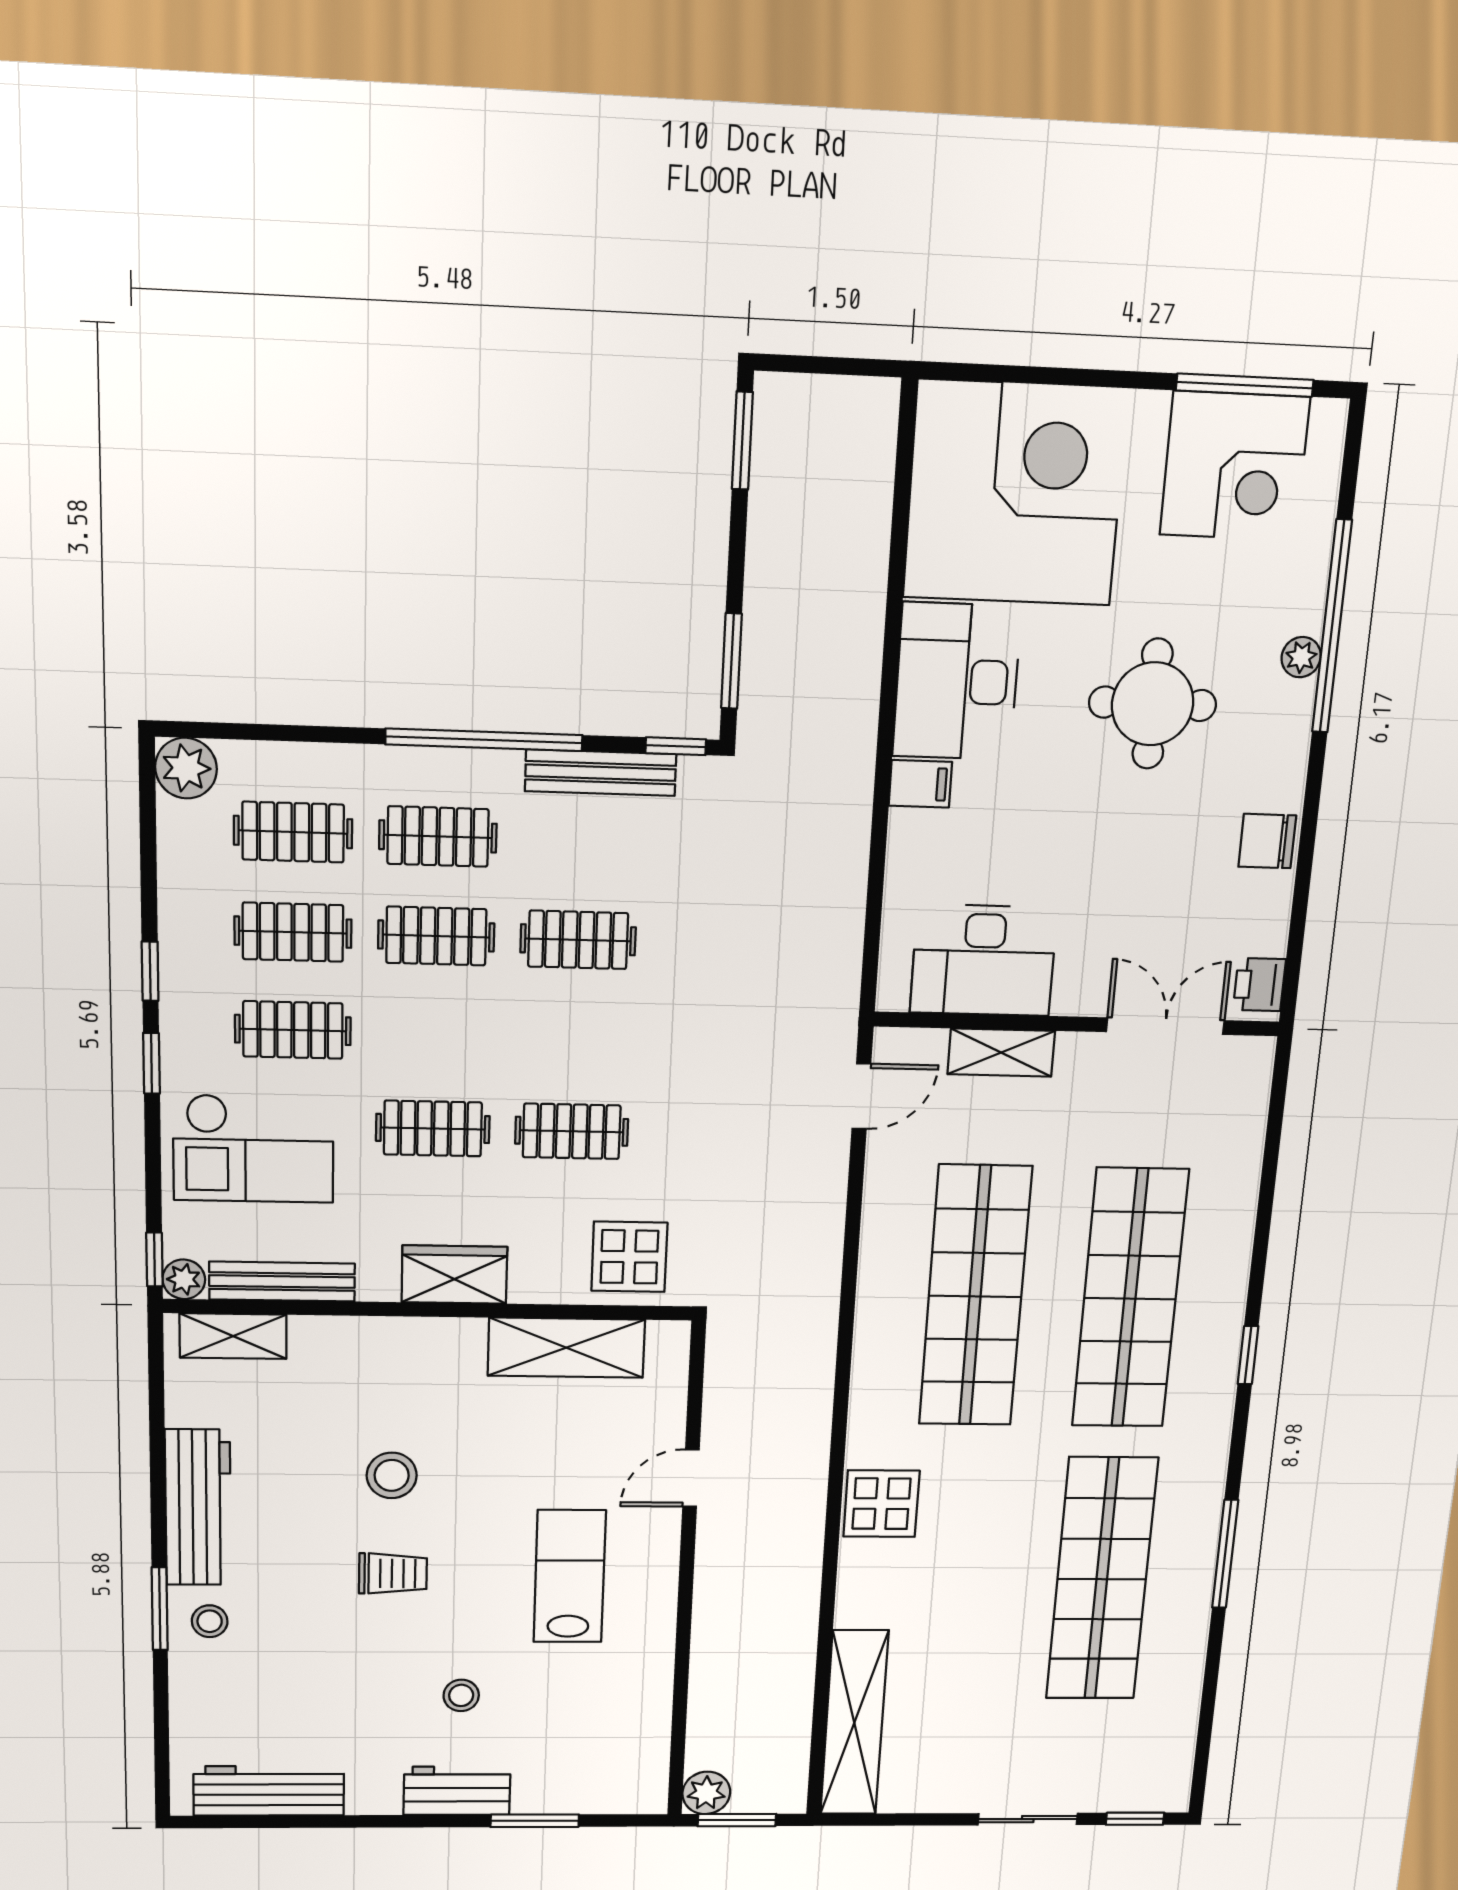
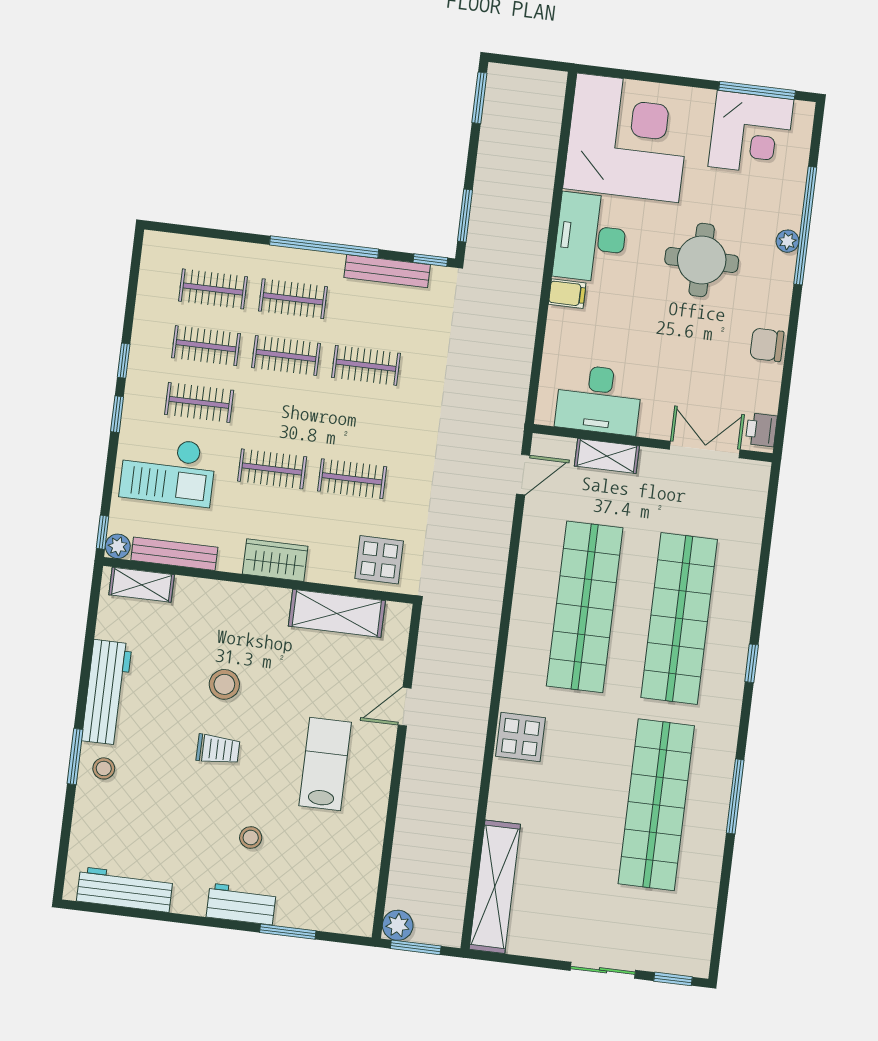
plant: (186, 768) -> (159, 248), removed

